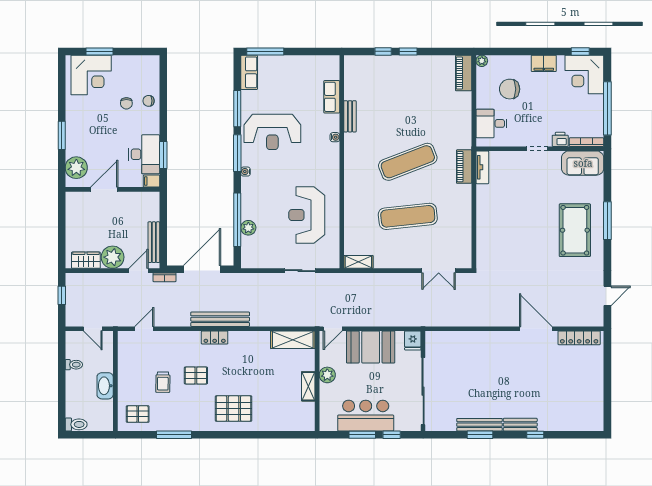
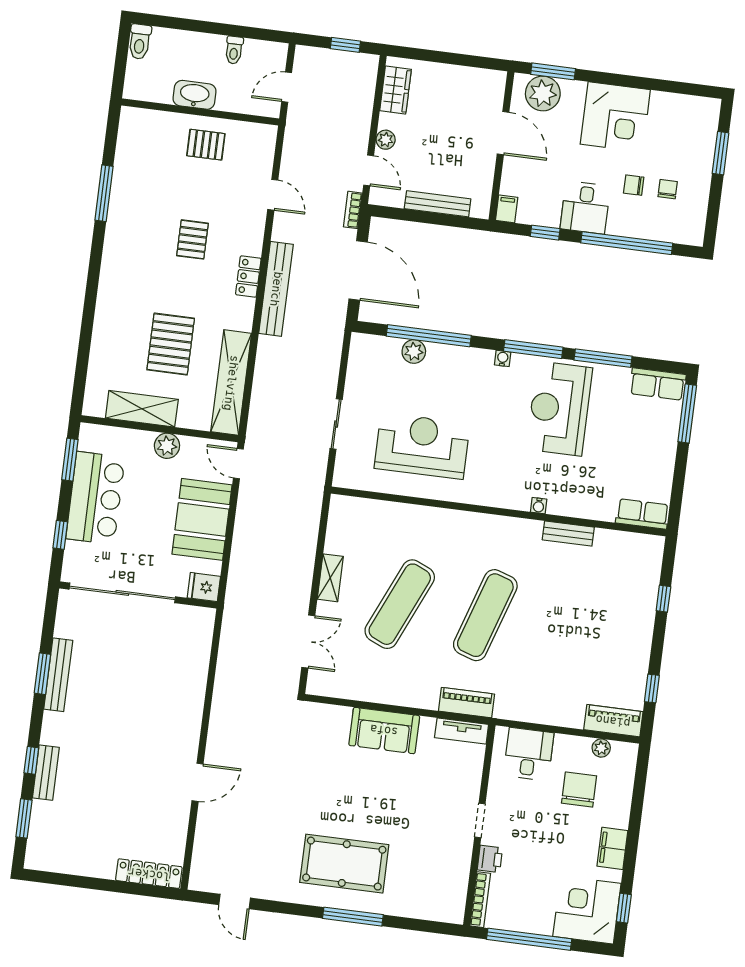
window: (408, 51) -> (652, 689), moved
plant: (482, 61) -> (601, 748), moved
corner desk: (91, 75) -> (615, 117), moved, turned -90
row of seats: (332, 97) -> (642, 514), moved
chair: (149, 101) -> (668, 189), moved
window: (163, 103) -> (627, 243), added
window: (62, 135) -> (553, 71), moved
desk: (144, 154) -> (585, 207), moved, width x0.73
window: (163, 155) -> (545, 233), width x0.67
exercise mat: (408, 162) -> (485, 615), turned 39
sofa: (583, 163) -> (384, 730), moved, turned -90
exercise mat: (408, 216) -> (400, 604), turned 30
bench: (154, 242) -> (438, 204), moved
plant: (113, 257) -> (386, 140), width x0.53, depth x0.53
shelving: (358, 262) -> (330, 578), moved
double door: (439, 271) -> (308, 642), swing flipped
door: (144, 329) -> (273, 195), moved
door: (536, 329) -> (198, 782), width x0.73
locker: (579, 338) -> (149, 874), moved, turned 90
shelving: (293, 340) -> (231, 383), width x1.47
trolley: (163, 382) -> (189, 186), removed
shelving: (308, 386) -> (142, 409), width x1.50, depth x1.33
pallet: (234, 409) -> (171, 344), moved
pallet: (138, 414) -> (206, 145), moved, turned 90
bench: (520, 425) -> (46, 773), moved
window: (362, 435) -> (70, 460), moved
window: (572, 435) -> (24, 818), added

